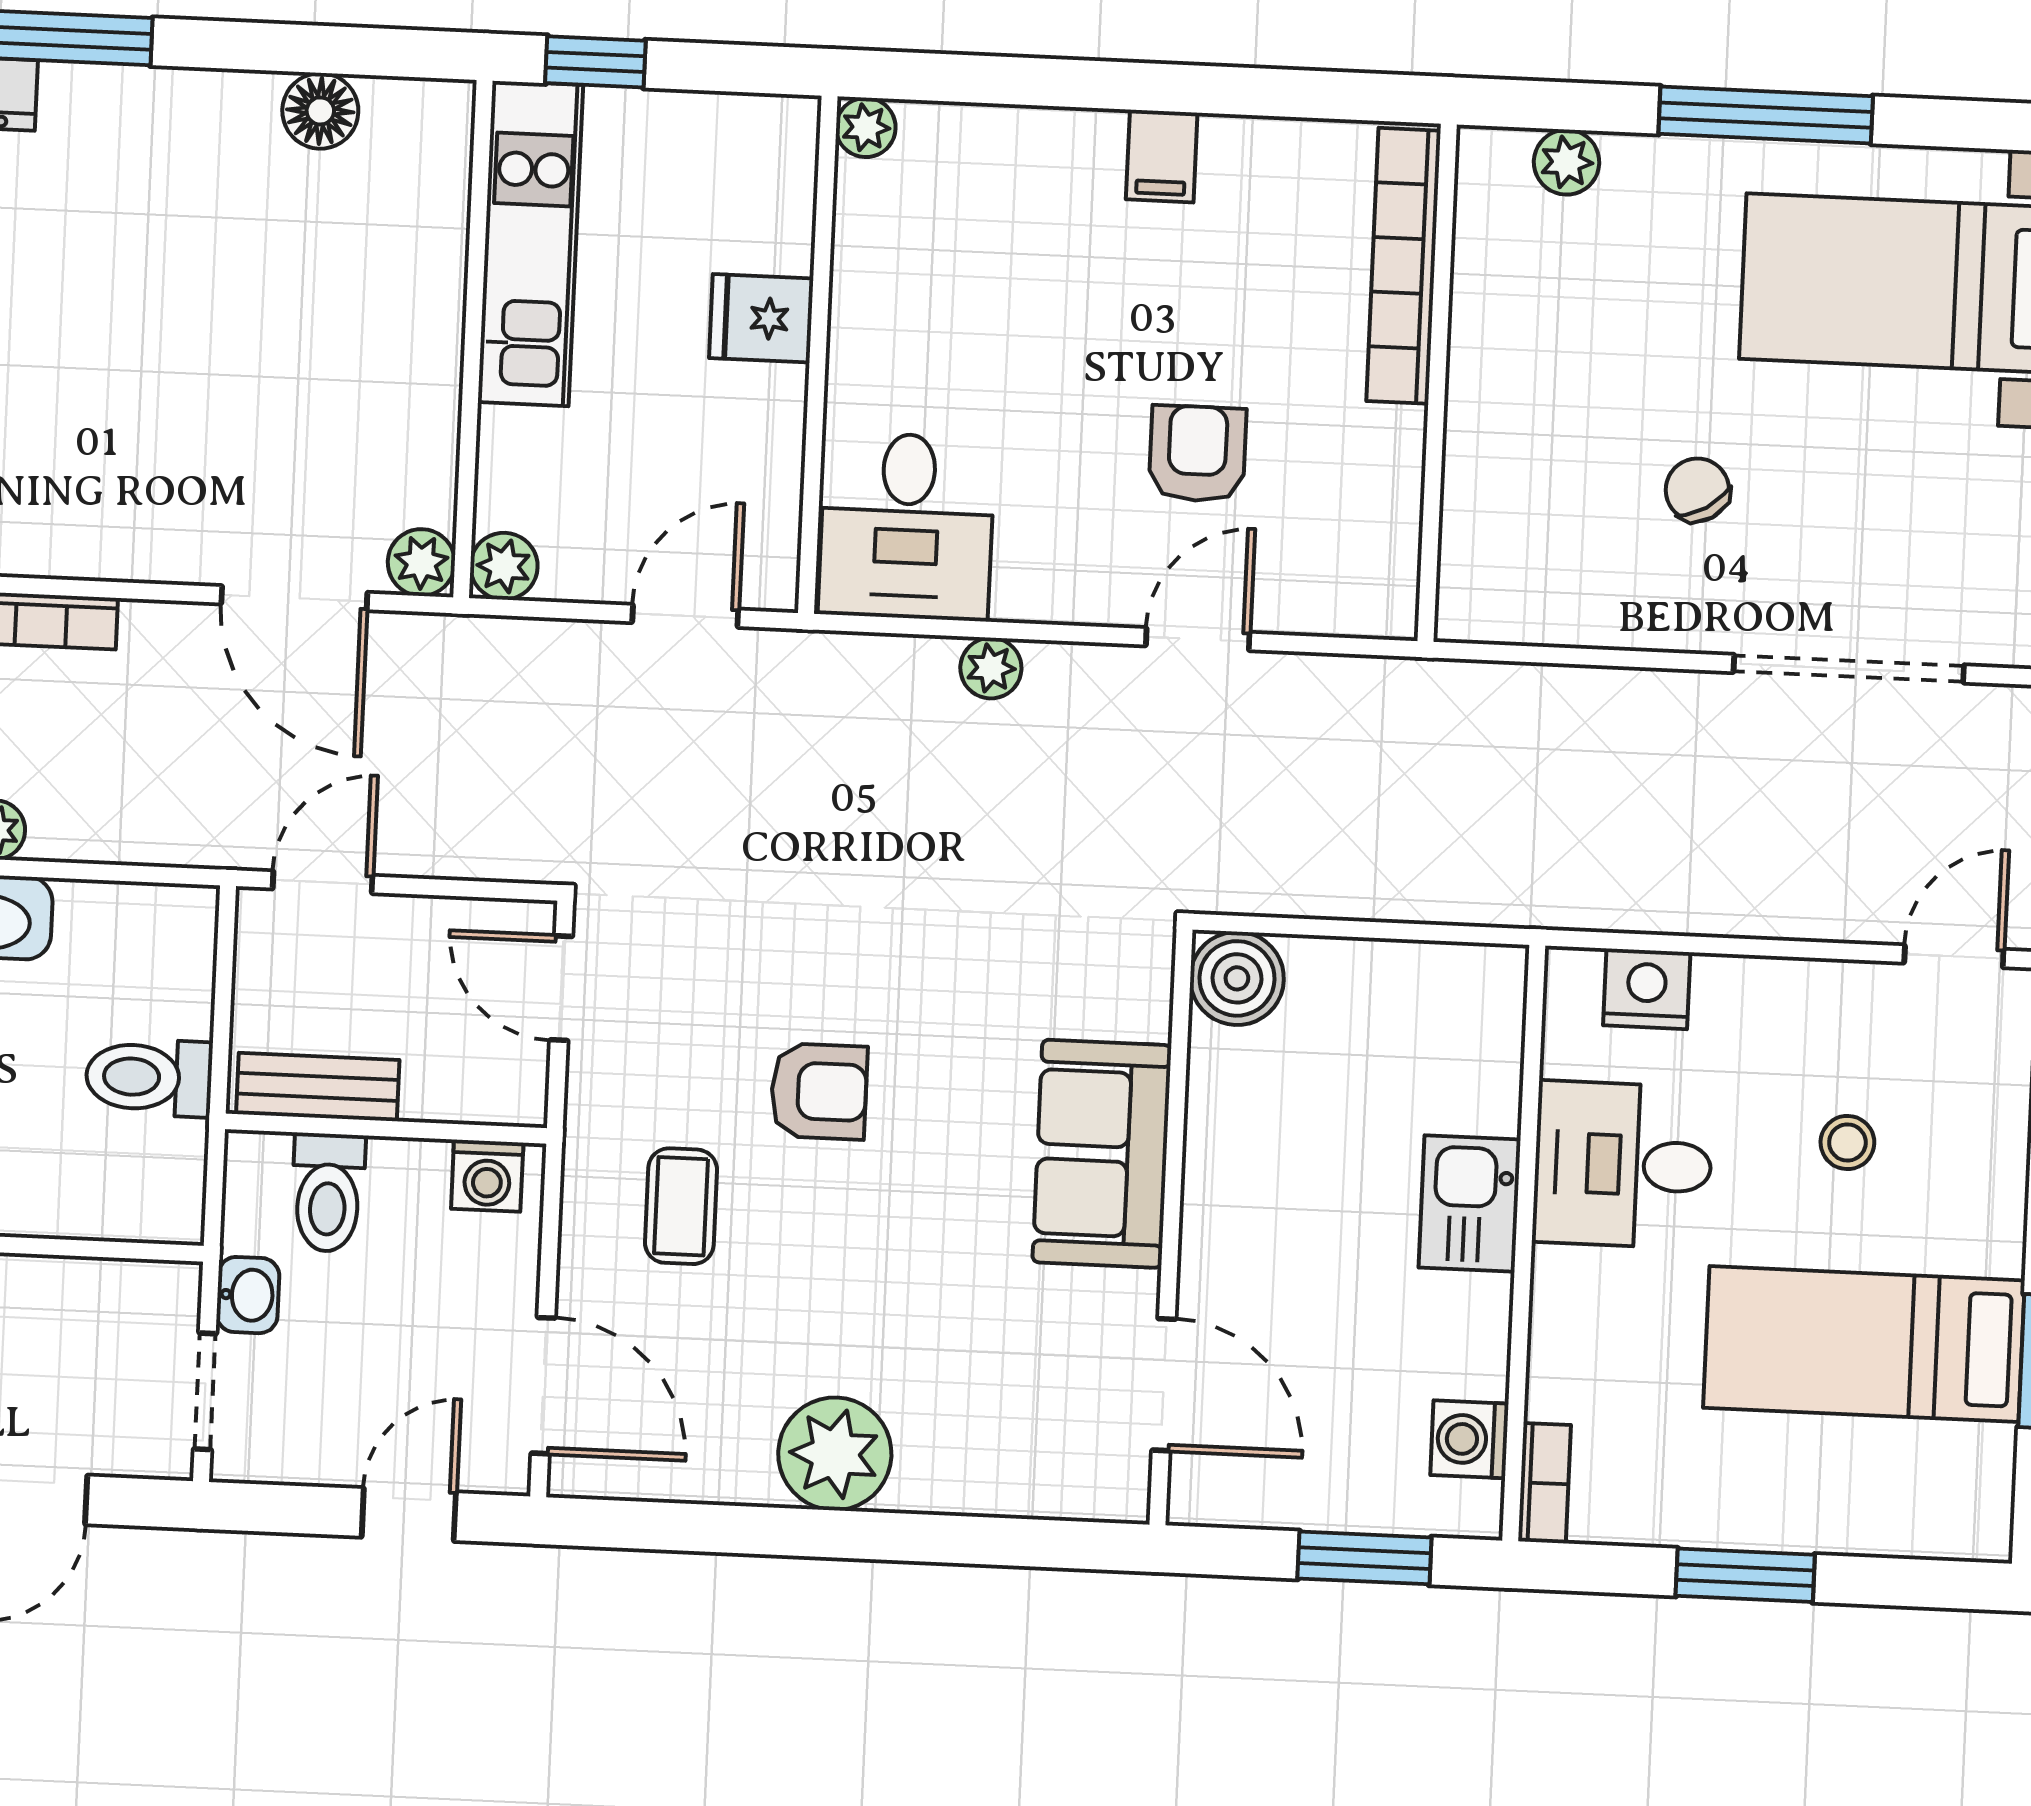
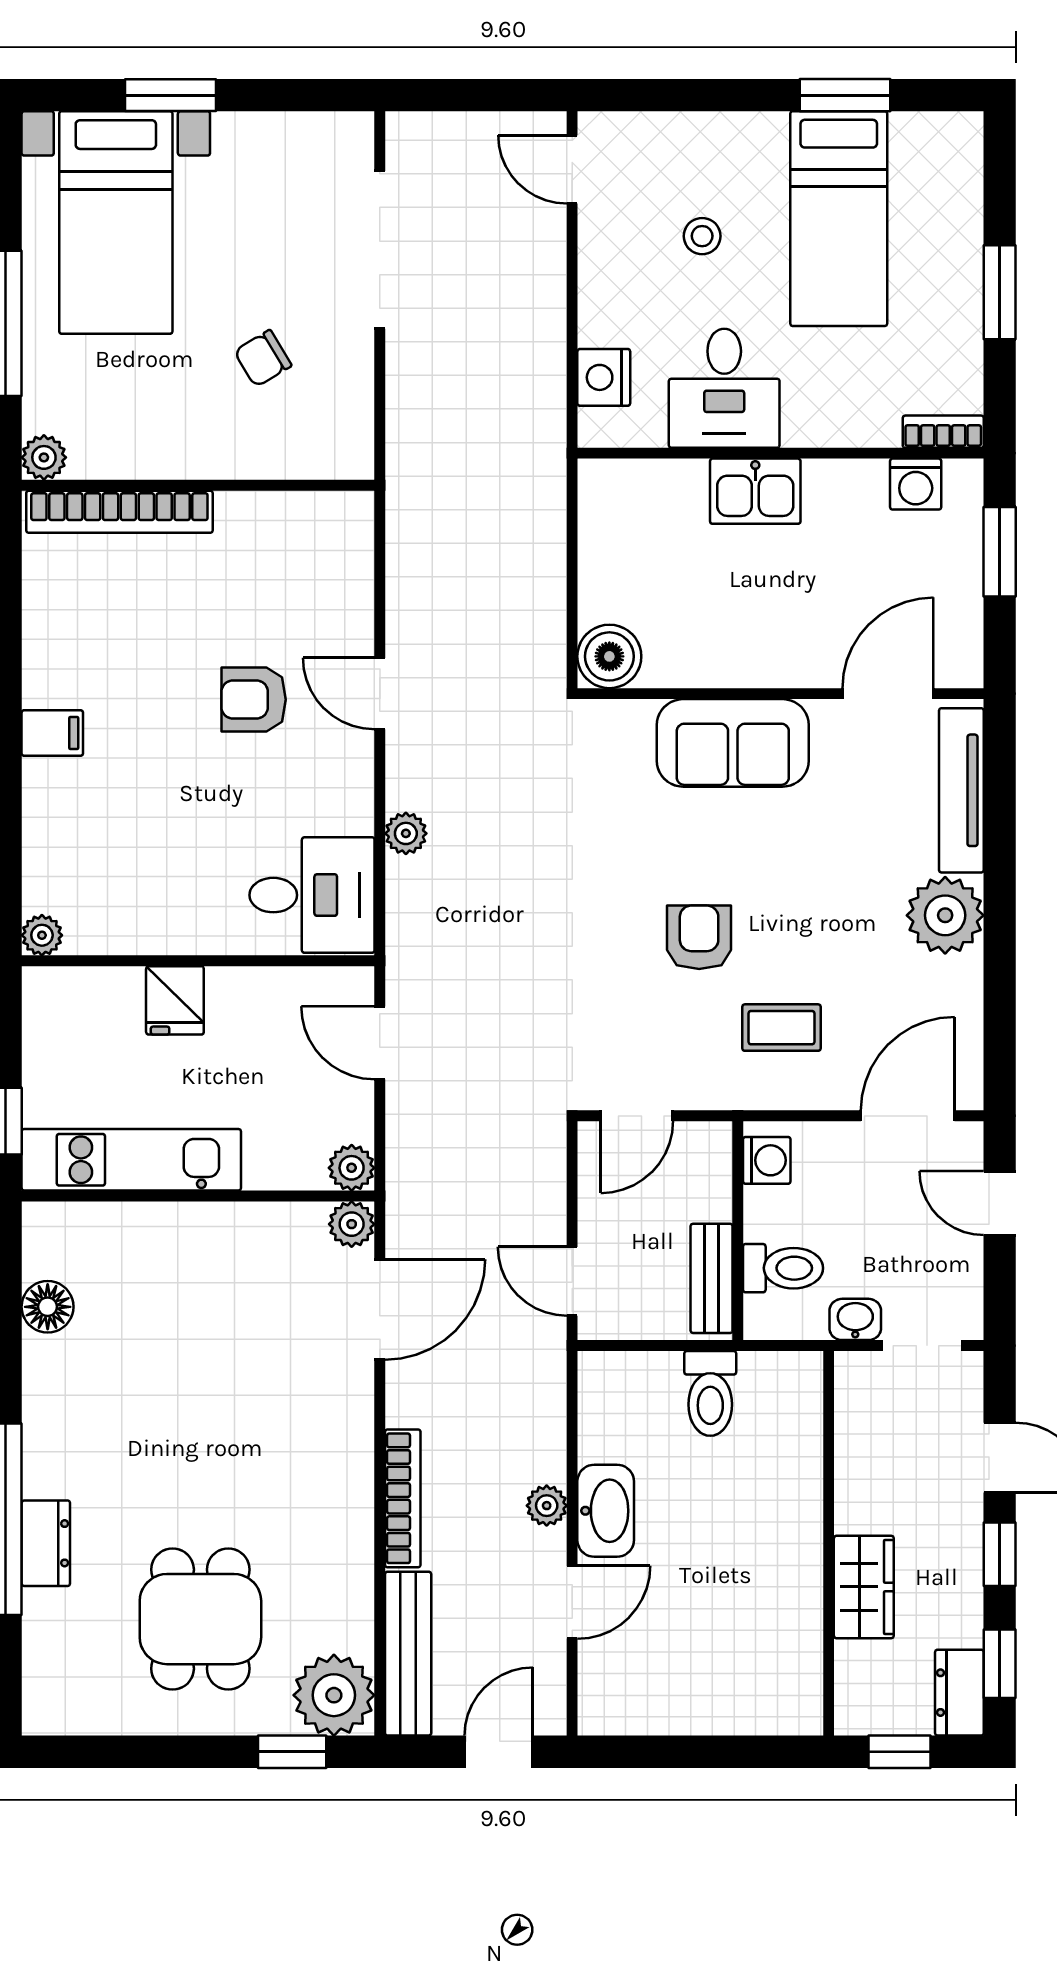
bookcase: (1404, 266) -> (119, 512), moved
wall: (1437, 383) -> (198, 485), moved
tv unit: (1017, 1486) -> (961, 790), added

